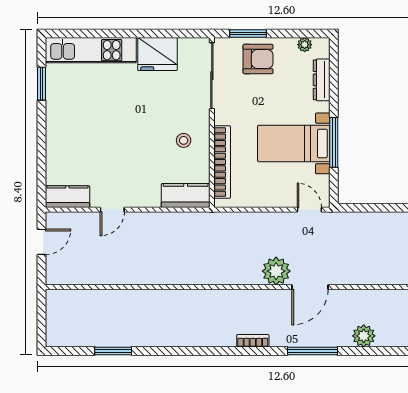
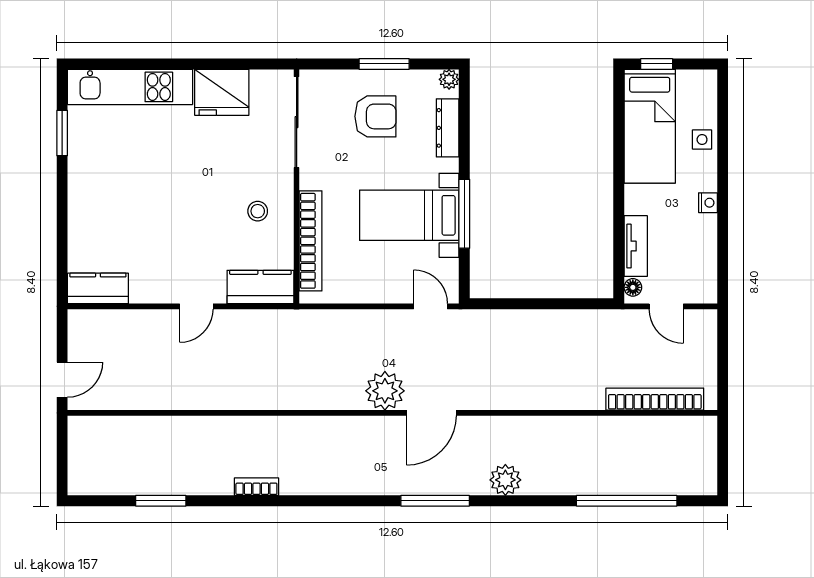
window: (248, 33) -> (384, 64), moved
plant: (305, 45) -> (449, 79), moved
armchair: (258, 59) -> (375, 116), moved
door: (112, 210) -> (196, 306), moved
door: (41, 242) -> (62, 380), moved
bookcase: (253, 341) -> (256, 487), moved

